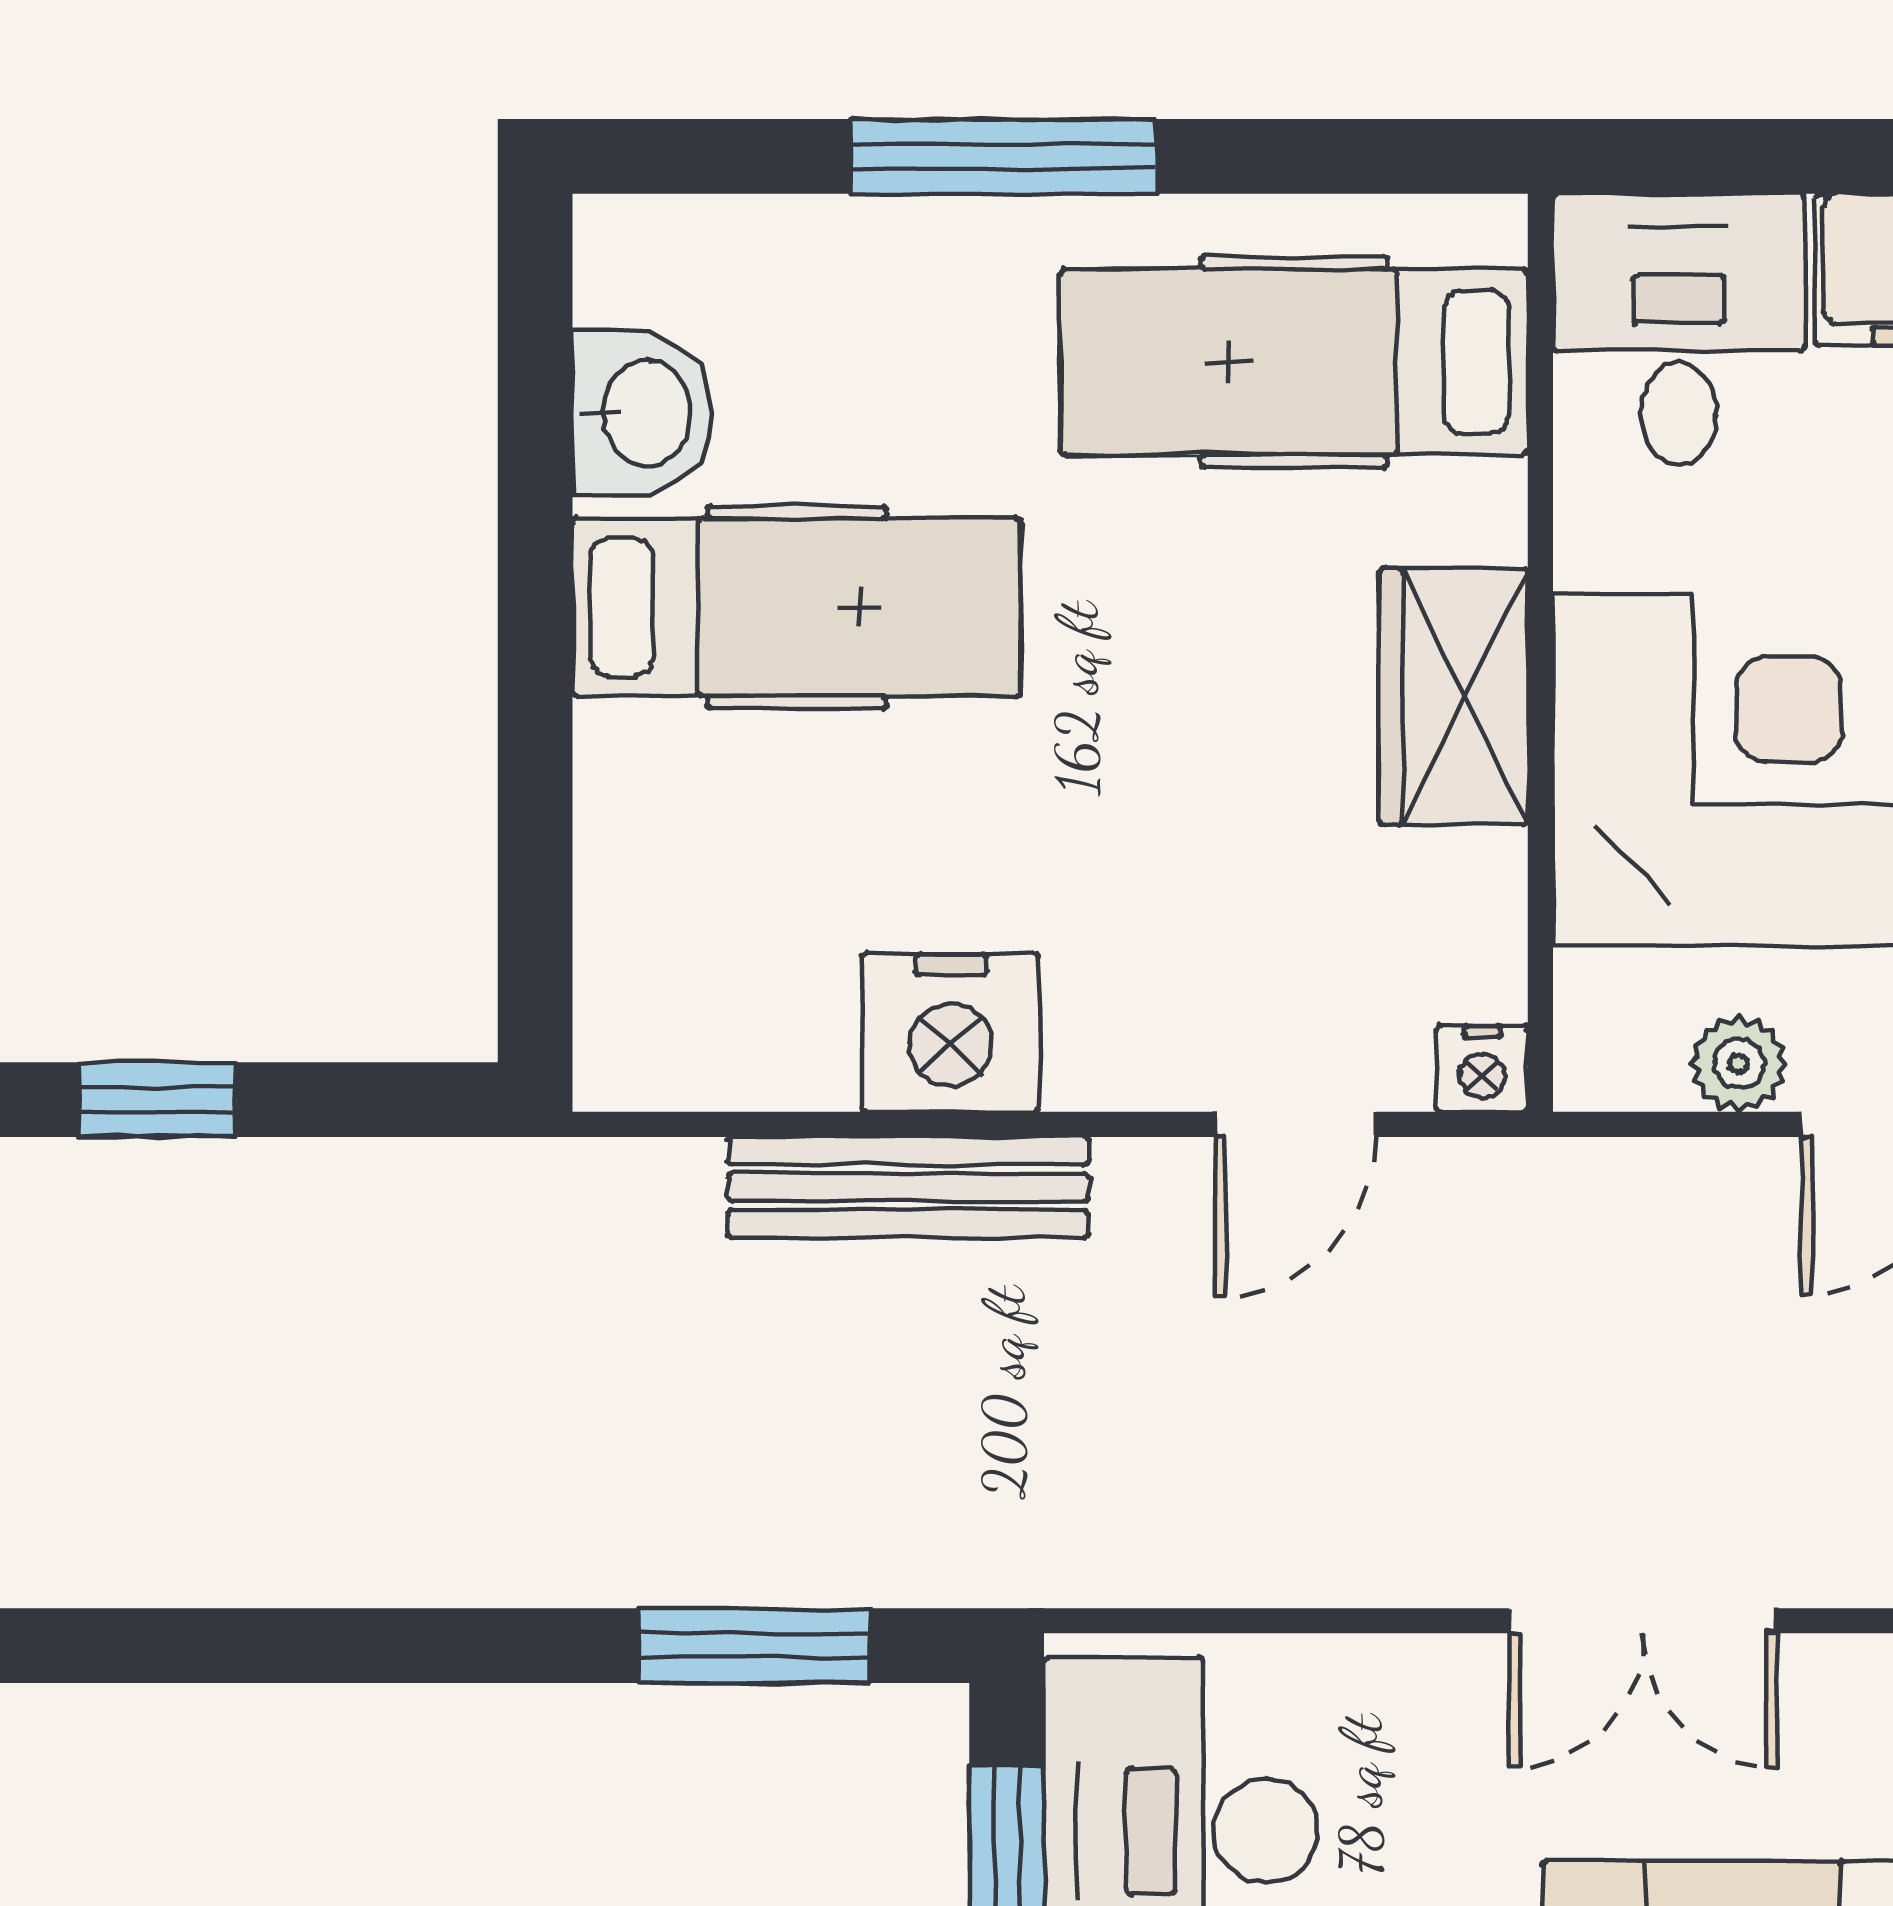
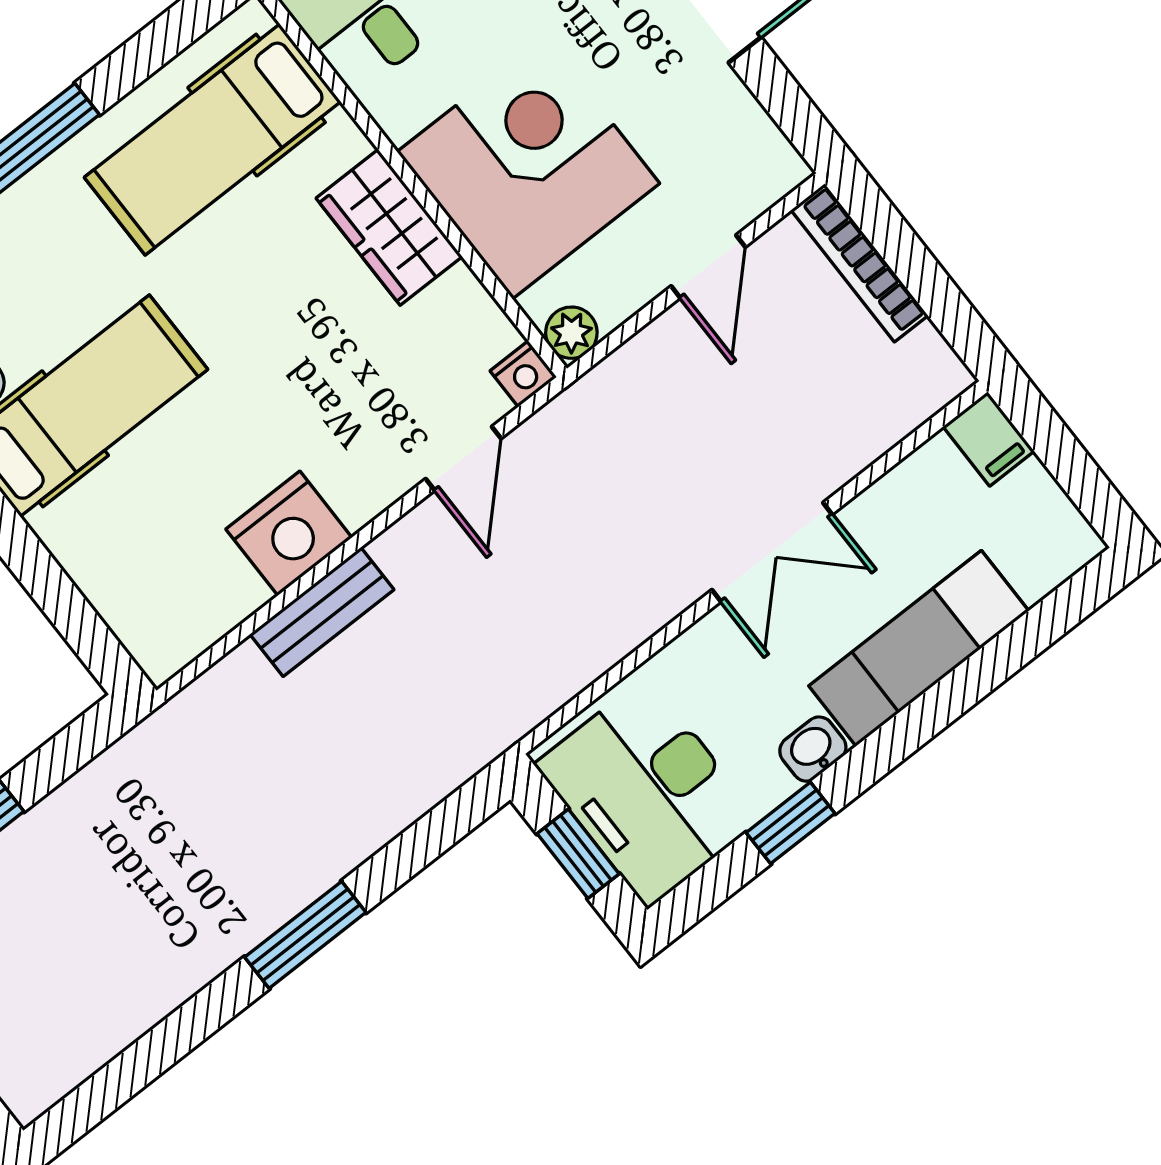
plant: (1739, 1064) -> (571, 333), moved
bench: (908, 1187) -> (322, 612), width x0.73
window: (754, 1646) -> (305, 935), moved

